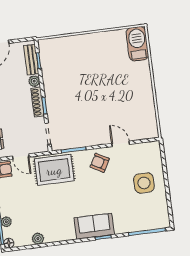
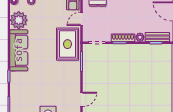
armchair: (100, 163) -> (69, 81), removed
sofa: (94, 226) -> (19, 50), moved, width x1.36
plant: (38, 239) -> (19, 20), width x1.87, depth x1.87

